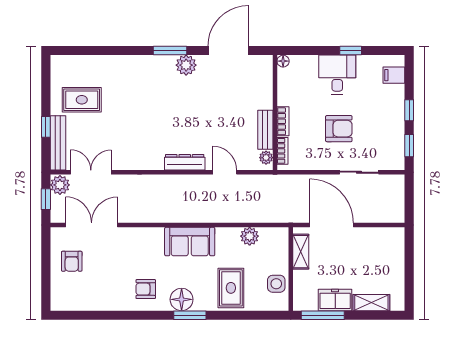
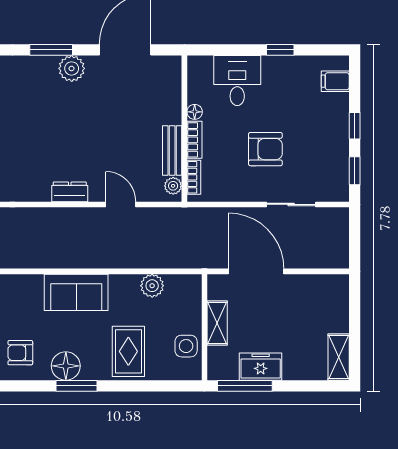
floor lamp: (283, 61) -> (195, 112), moved
desk: (337, 75) -> (237, 81), moved
dresser: (185, 162) -> (70, 192), width x0.70
shelving: (301, 252) -> (217, 323), moved
shelving: (371, 303) -> (339, 357), moved, turned 90

